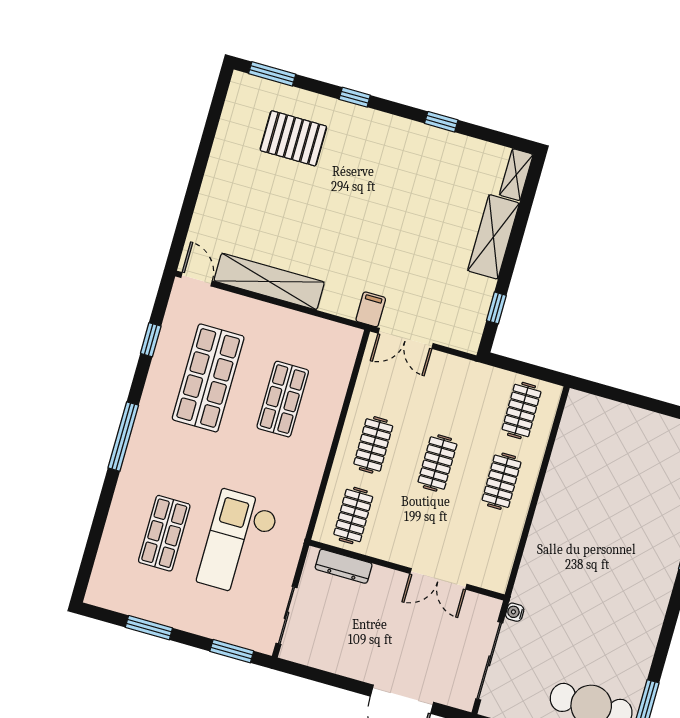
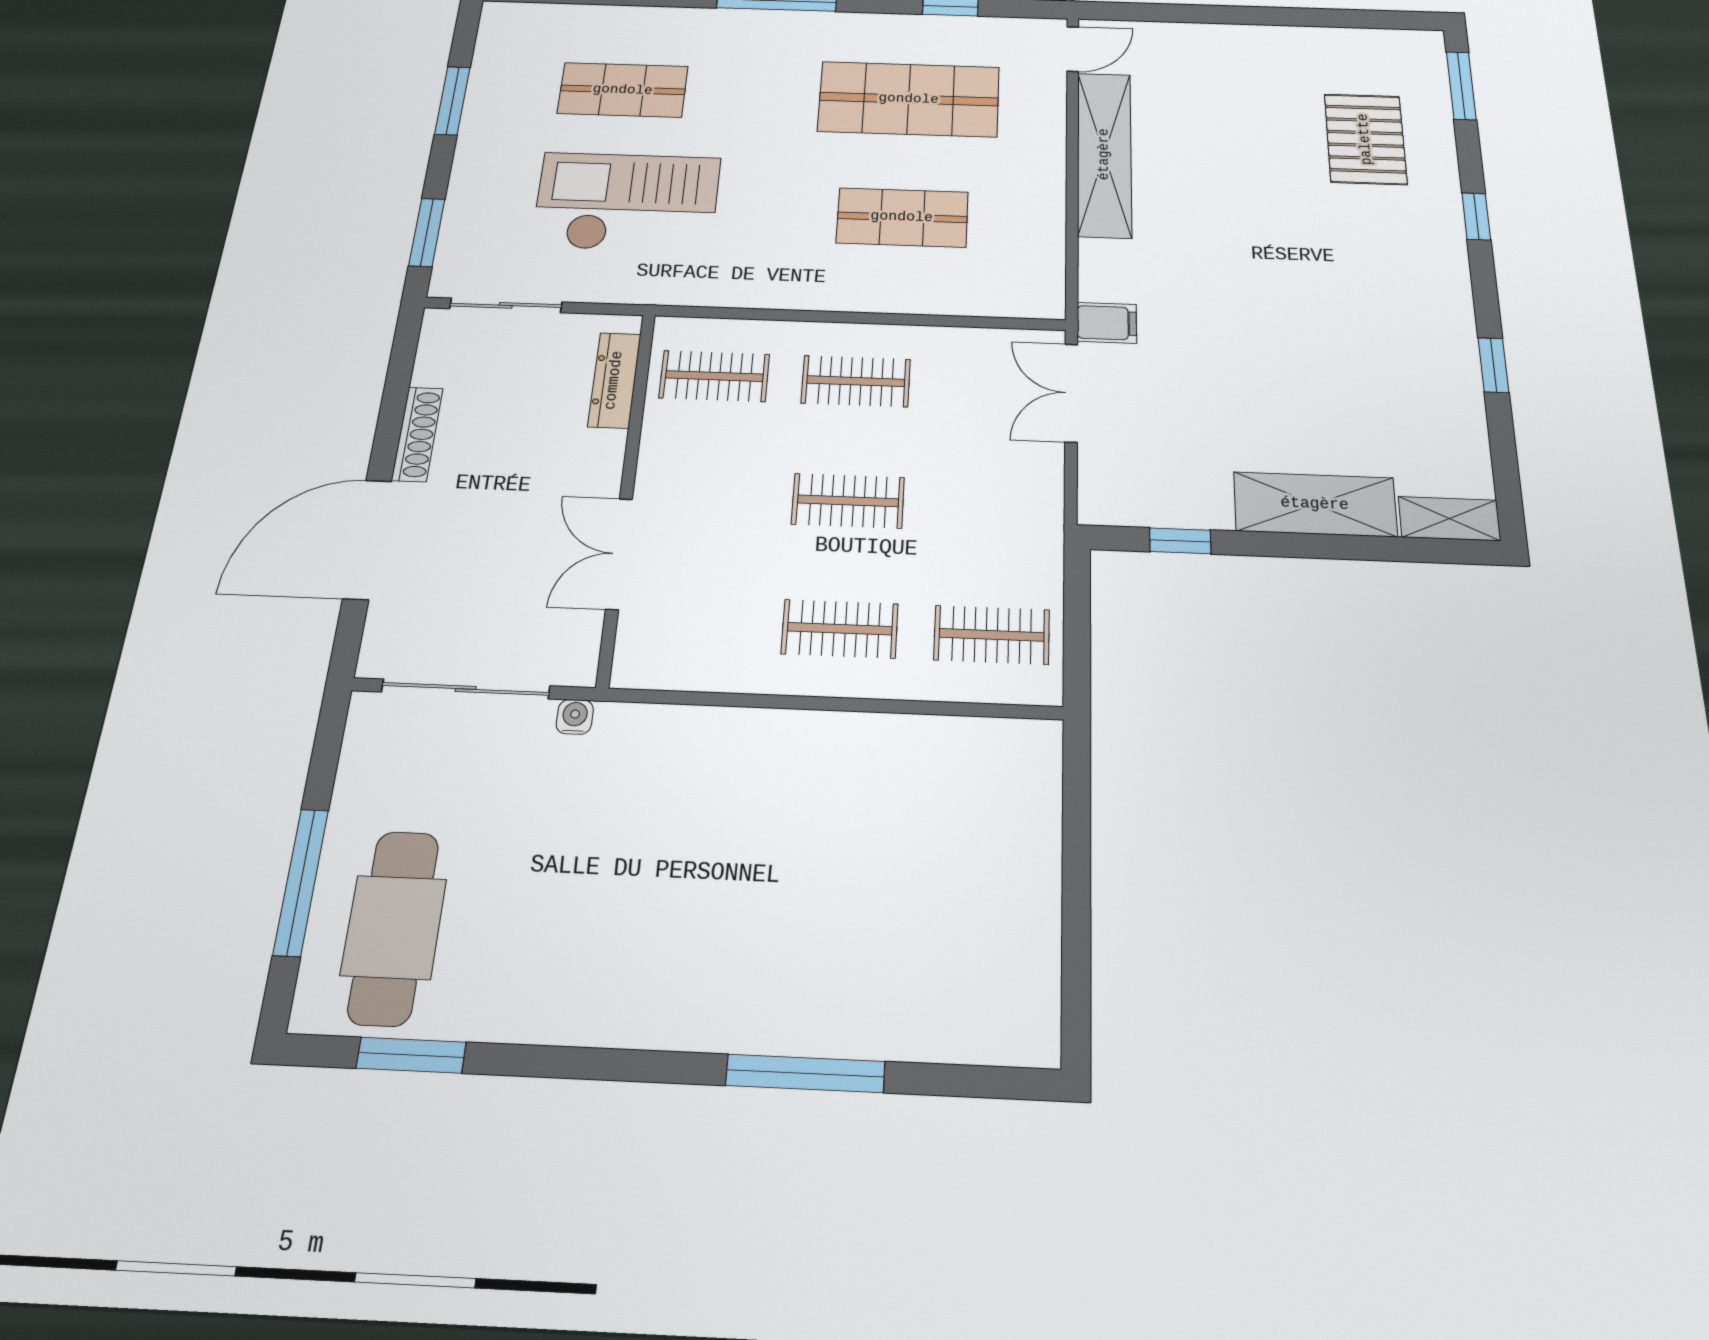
shoe rack: (350, 669) -> (417, 434), added

